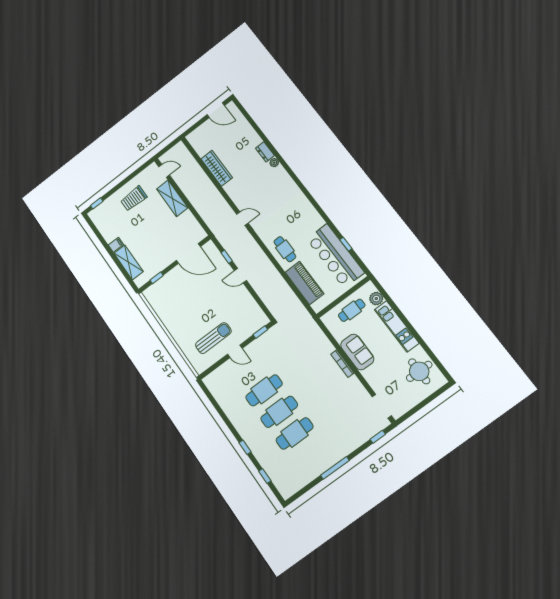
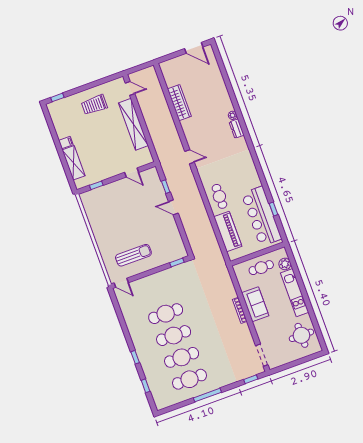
dresser: (265, 152) -> (237, 129), moved
shelving: (172, 198) -> (133, 124), width x1.47
door: (188, 254) -> (132, 172), width x0.53
door: (235, 351) -> (121, 283), moved
cafe table: (310, 455) -> (189, 379), added

